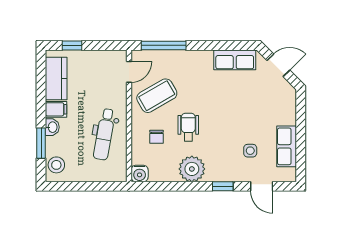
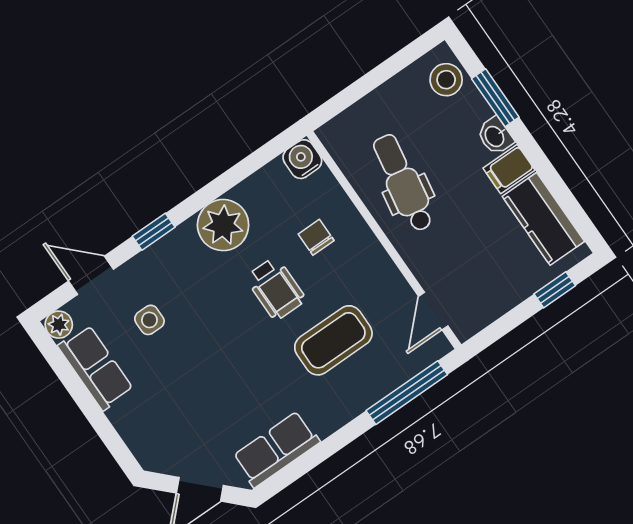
coffee table: (157, 96) -> (333, 340), moved, turned 30
plant: (289, 175) -> (59, 325), added

